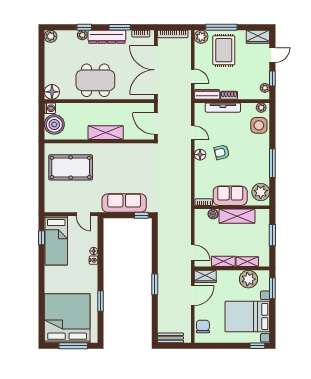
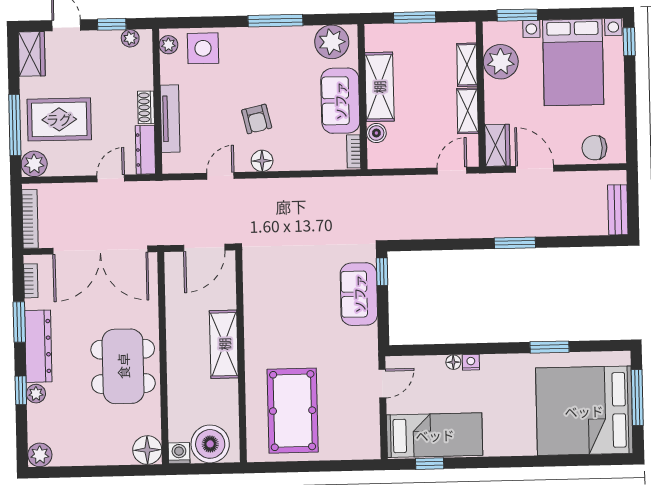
sofa: (124, 203) -> (359, 294), width x0.73

